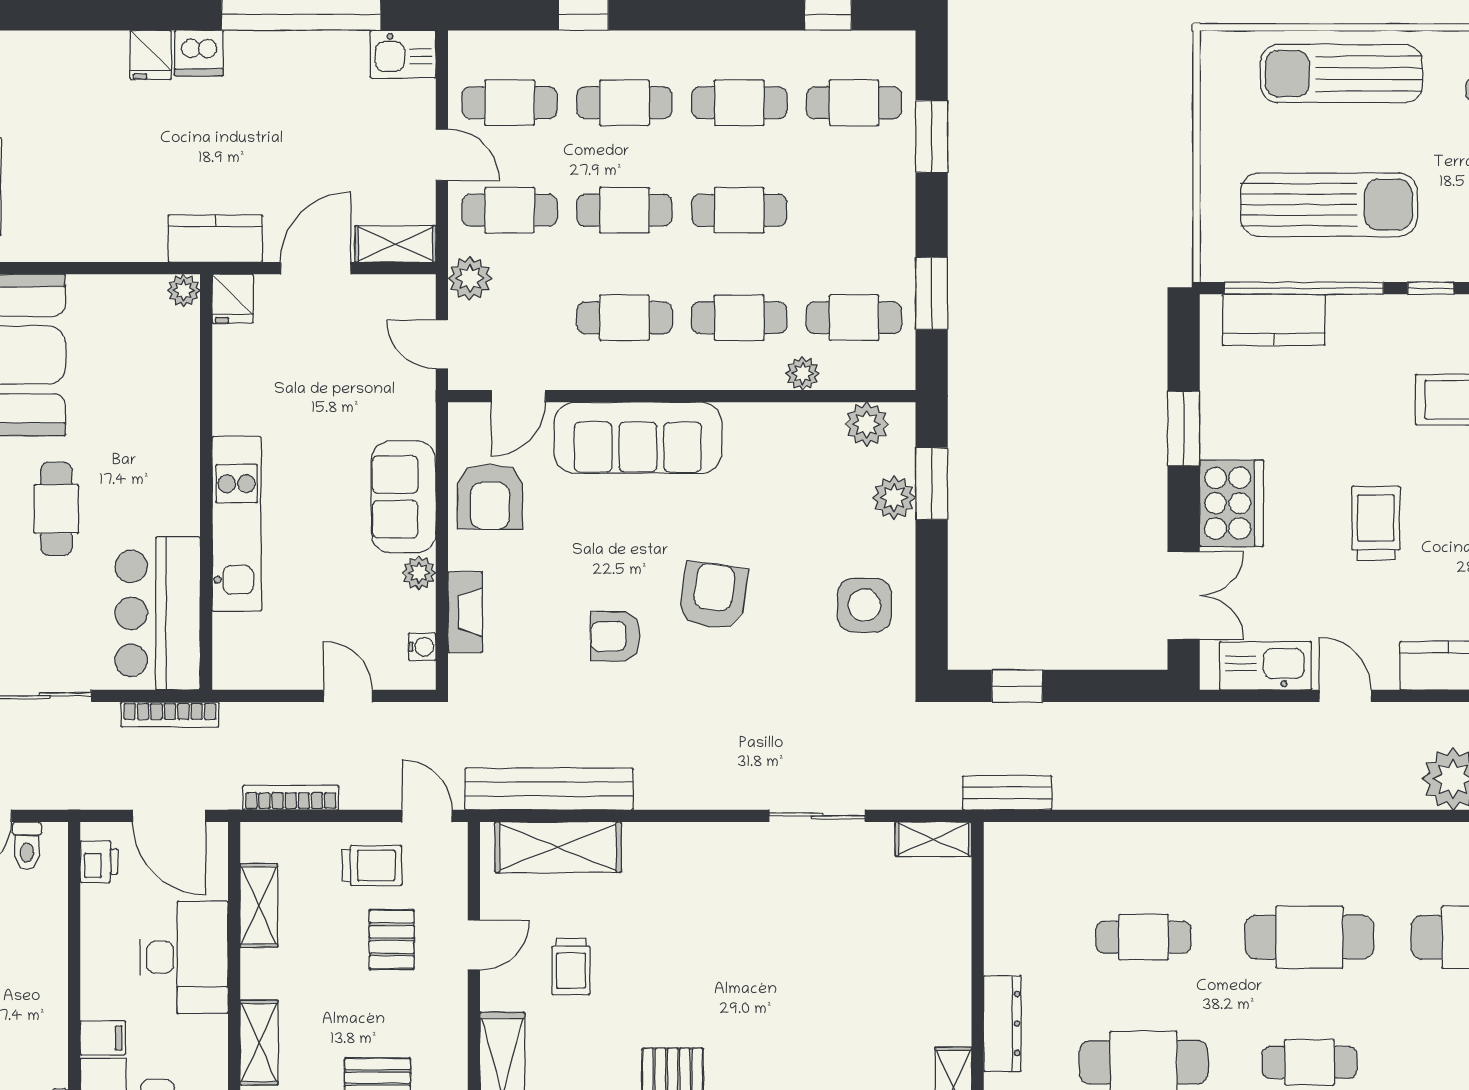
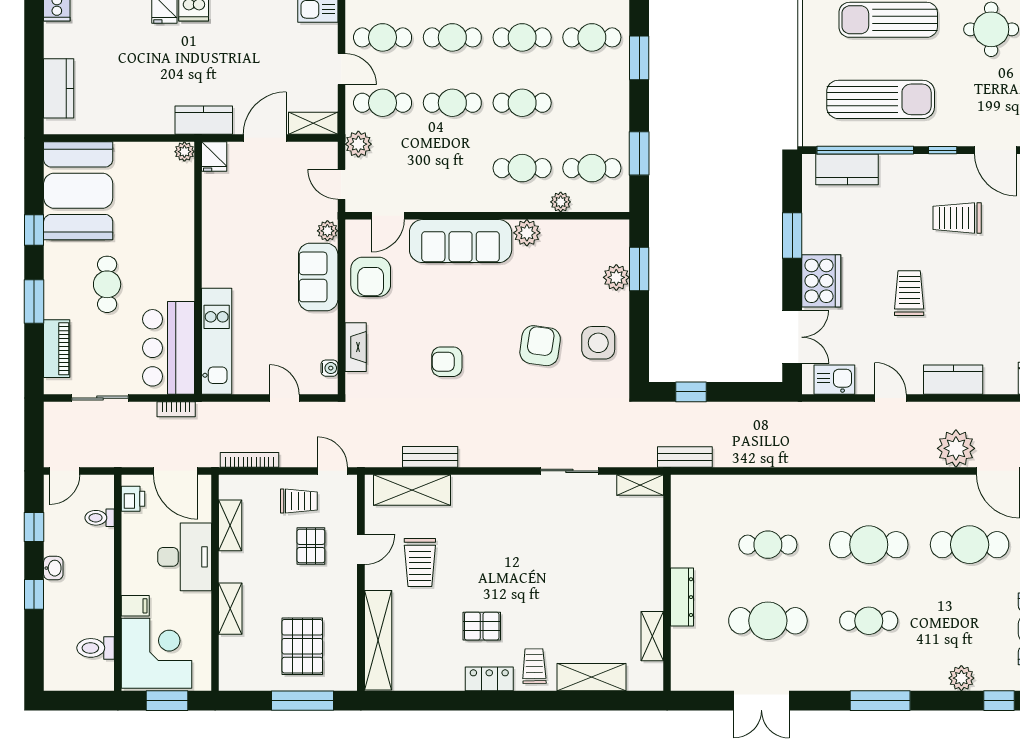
cafe table: (624, 318) -> (452, 168), removed
plant: (867, 424) -> (527, 233), moved
kitchen unit: (237, 524) -> (217, 341), moved
plant: (419, 573) -> (327, 231), moved
armchair: (713, 596) -> (540, 346), moved
kitchen sink: (1266, 666) -> (834, 380), width x0.73
bookcase: (170, 714) -> (176, 409), width x0.64
bench: (549, 789) -> (430, 457), width x0.54, depth x0.82
toilet: (27, 846) -> (100, 518), moved, turned 90
trolley: (571, 967) -> (420, 563), width x1.36, depth x1.39

